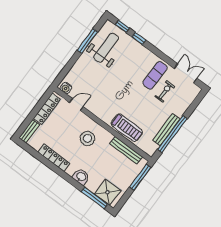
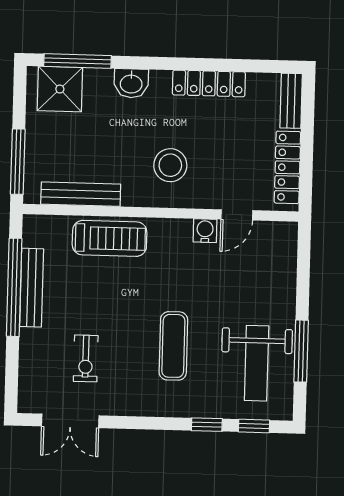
exercise mat: (155, 75) -> (173, 346), moved
water cooler: (66, 88) -> (205, 231), moved
treadmill: (127, 128) -> (110, 238), turned 180

